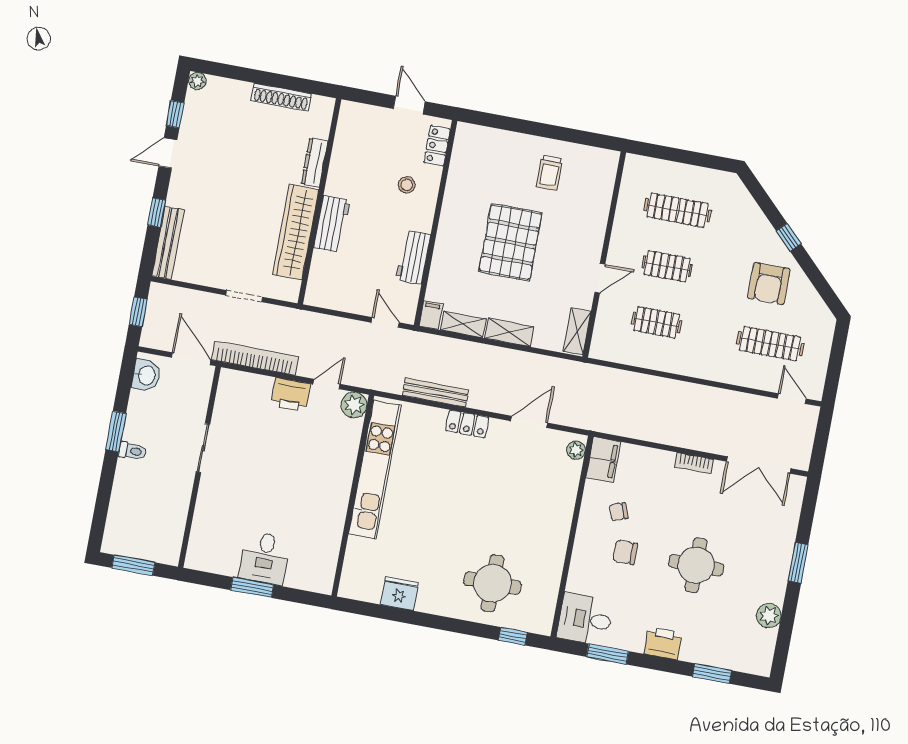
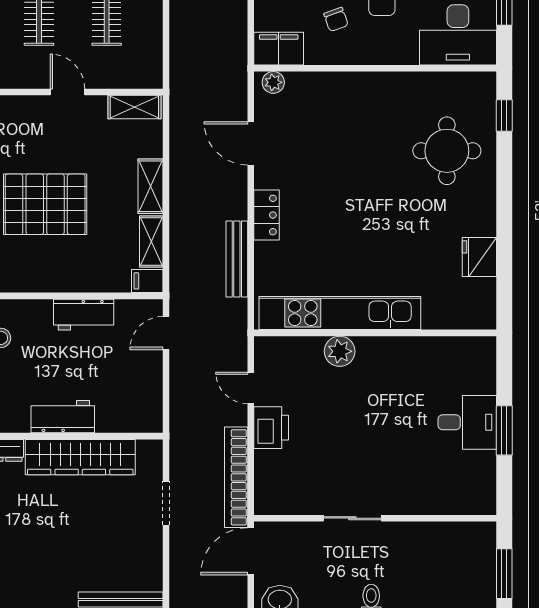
plant: (354, 405) -> (340, 351), moved
desk: (585, 619) -> (458, 35), width x1.37

